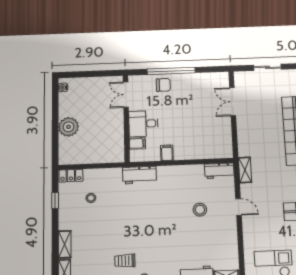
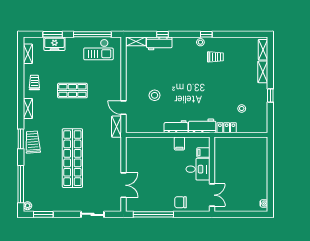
window: (171, 71) -> (153, 214), moved
plant: (69, 127) -> (259, 169), removed
workbench: (219, 171) -> (176, 127), moved
locker: (71, 176) -> (227, 128), moved
window: (55, 200) -> (270, 96), moved
door: (238, 207) -> (123, 108), moved

